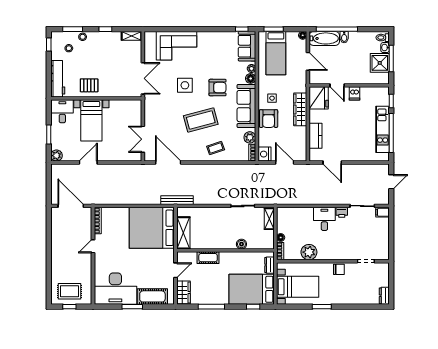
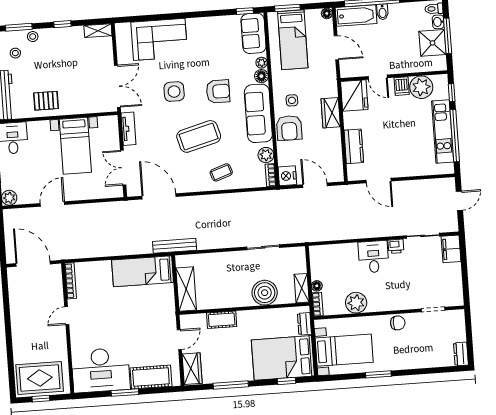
plant: (369, 95) -> (421, 87), added
wardrobe: (300, 109) -> (331, 113), width x0.67
tv unit: (149, 110) -> (128, 129), added
bed with nightstands: (91, 120) -> (75, 146), moved
filing cabinet: (382, 212) -> (451, 249), width x2.00
shelving: (269, 219) -> (302, 288), moved
bed: (152, 228) -> (143, 271), width x0.49
boiler: (241, 244) -> (265, 293), width x1.86, depth x1.86
rug: (70, 291) -> (40, 378), width x1.36, depth x1.43

